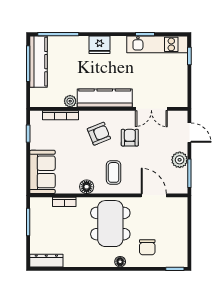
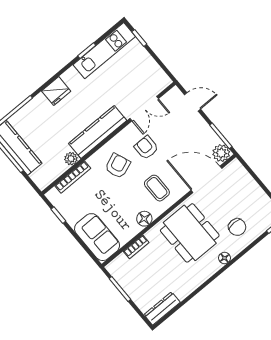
plant: (180, 160) -> (221, 153), moved
door: (154, 195) -> (206, 179), width x1.36

